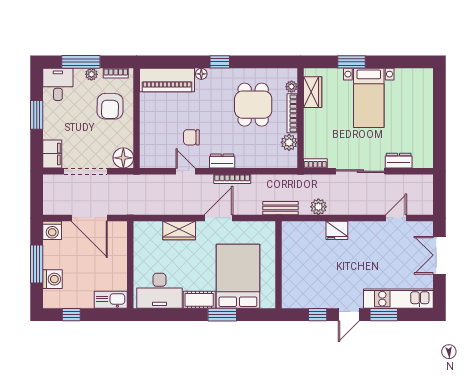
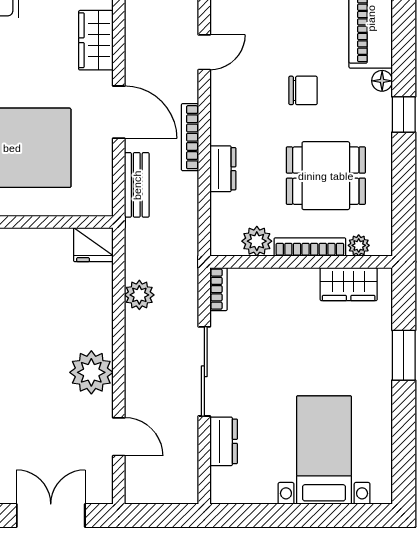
bed with nightstands: (369, 98) -> (324, 450), moved, turned 90
chair: (191, 137) -> (303, 90), moved, turned 90
dresser: (222, 161) -> (223, 169), moved
bench: (280, 208) -> (137, 185), moved
fridge: (337, 230) -> (93, 245), moved, turned -90
plant: (361, 233) -> (91, 372), added

